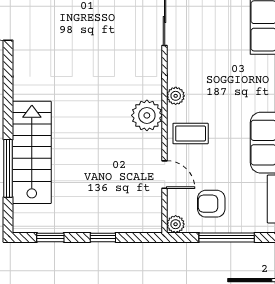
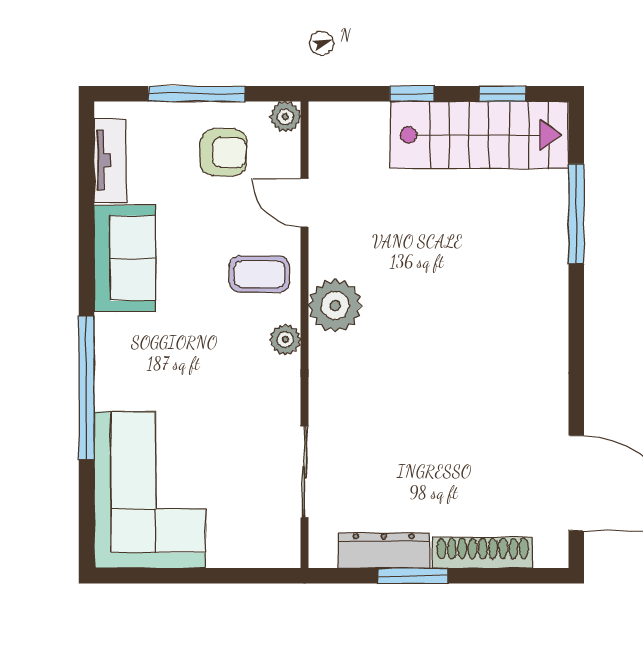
stairs: (32, 152) -> (480, 135), moved, turned -90

